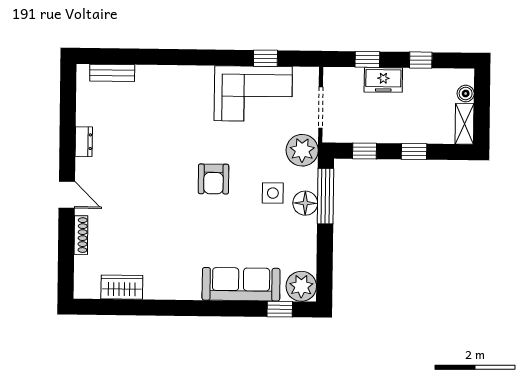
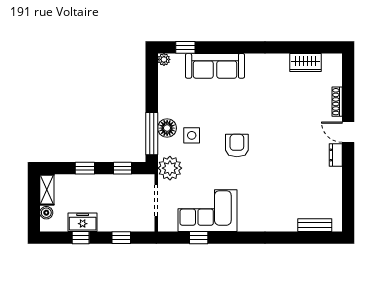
freezer: (383, 80) -> (83, 222), moved
dresser: (84, 142) -> (336, 155), moved
plant: (301, 286) -> (164, 59), width x0.53, depth x0.53

